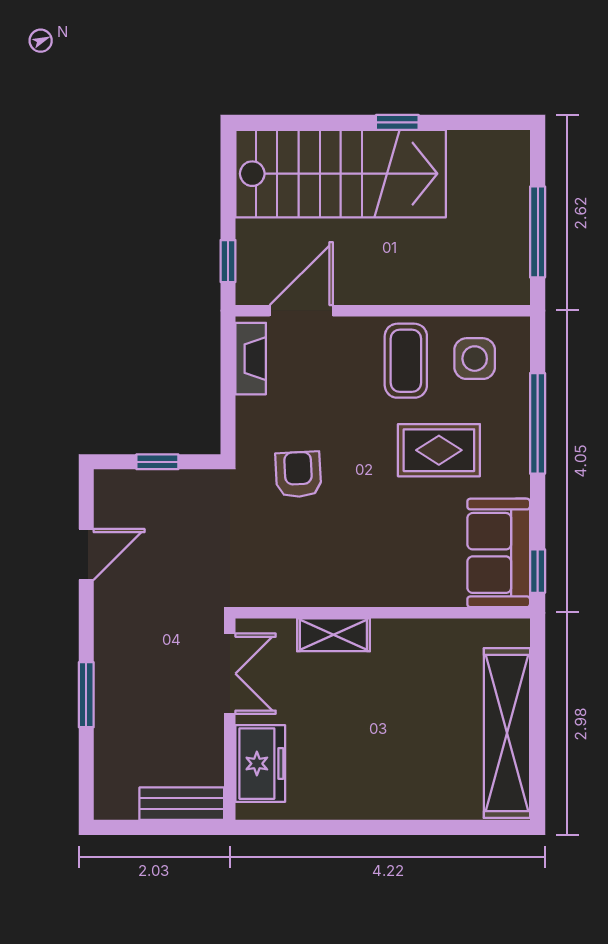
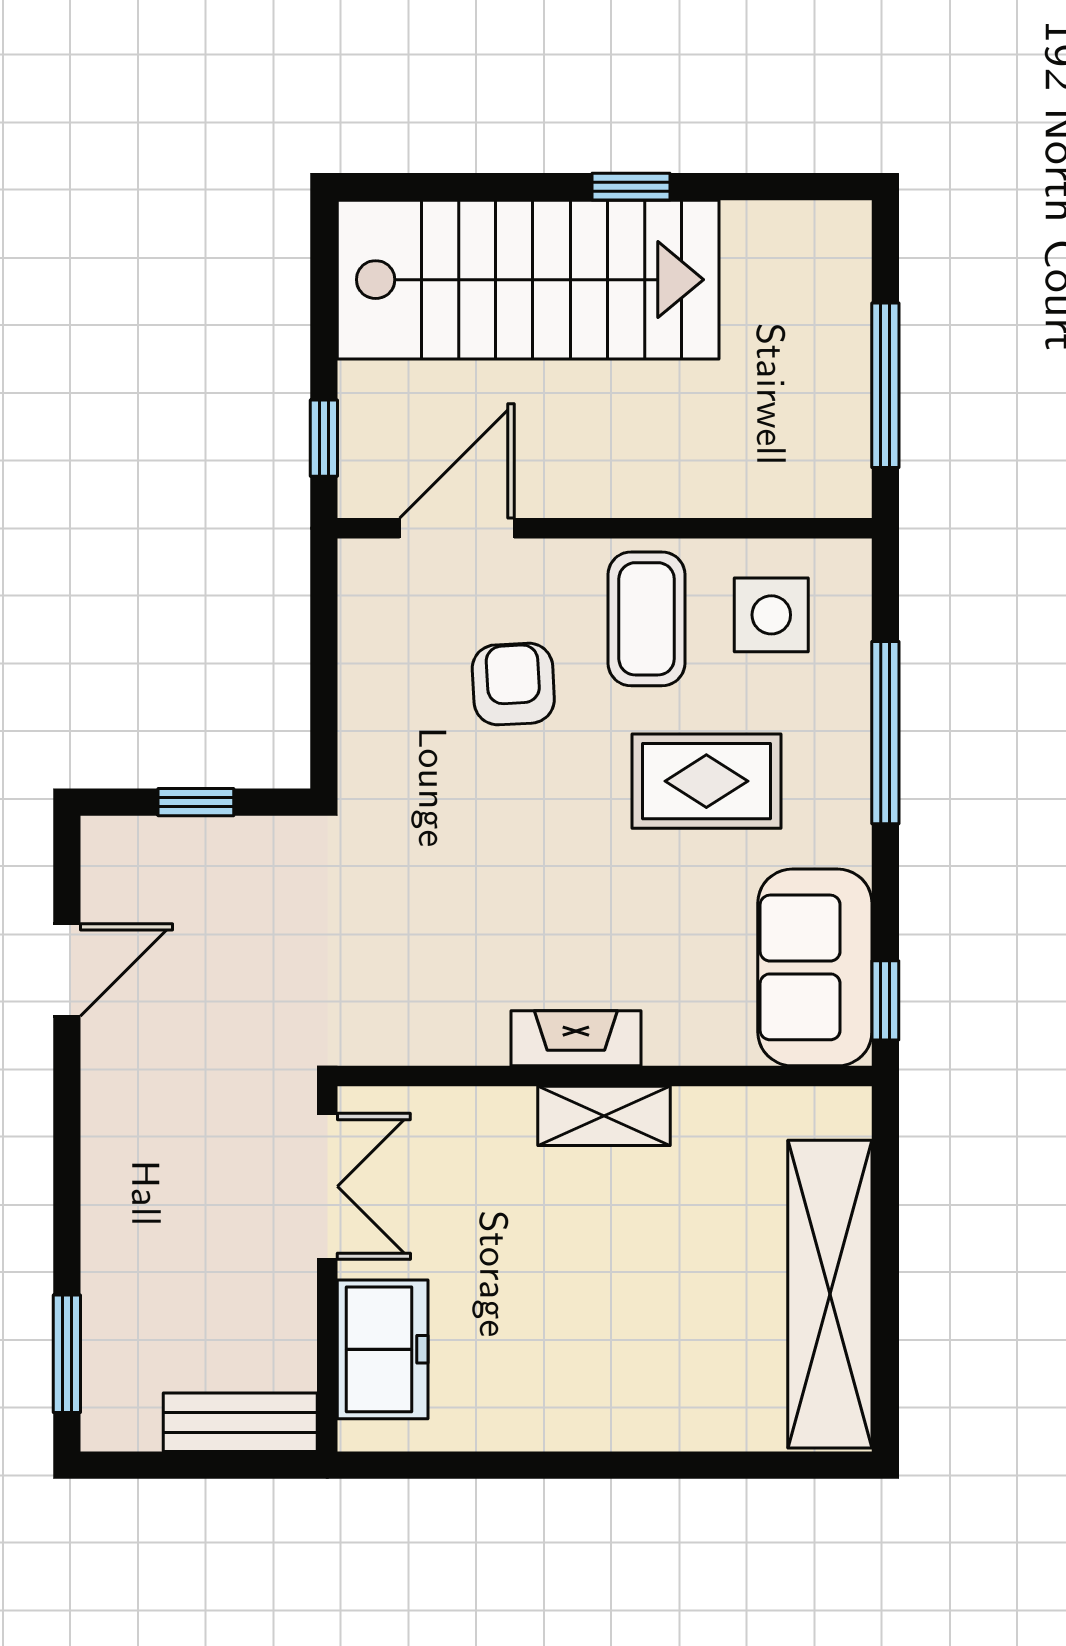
fireplace: (251, 359) -> (576, 1038), moved, turned -90
armchair: (298, 474) -> (513, 684), moved
shelving: (333, 635) -> (604, 1116), moved
window: (86, 695) -> (67, 1354), moved

